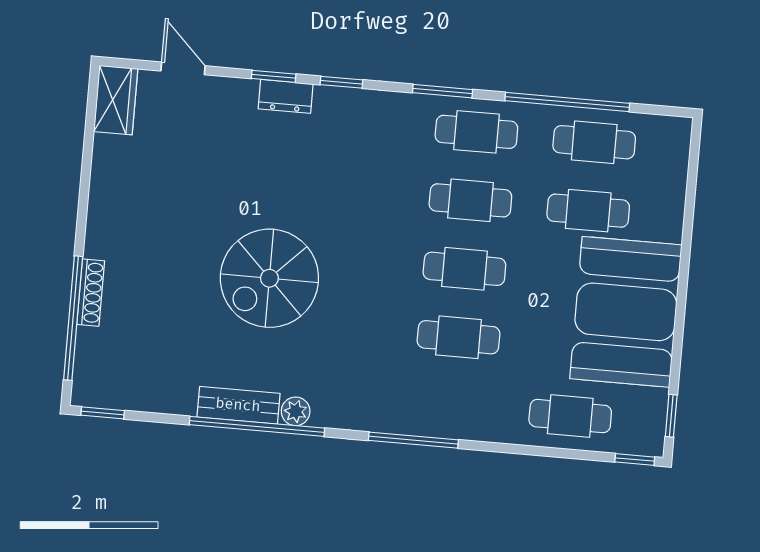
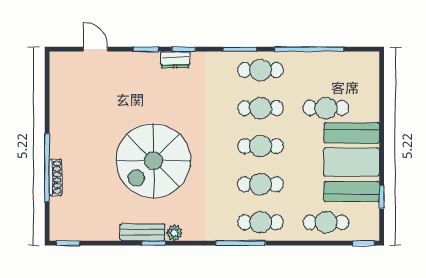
dresser: (286, 96) -> (175, 60), moved
wardrobe: (116, 100) -> (60, 70), removed
cafe table: (594, 142) -> (261, 222), moved
spiral stairs: (269, 278) -> (153, 161), width x1.37, depth x1.37
window: (73, 318) -> (47, 168), moved
window: (671, 416) -> (382, 197), moved
window: (257, 426) -> (154, 243), width x0.32

